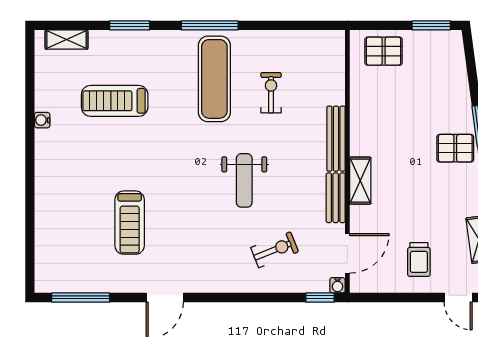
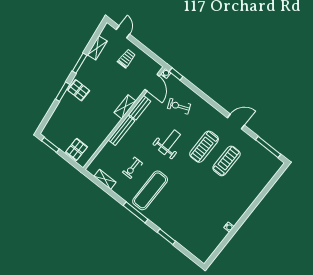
shelving: (67, 40) -> (105, 179), moved
pallet: (384, 51) -> (77, 149), turned 90
treadmill: (115, 101) -> (204, 147), moved, turned 90
door: (347, 253) -> (152, 83), swing flipped

